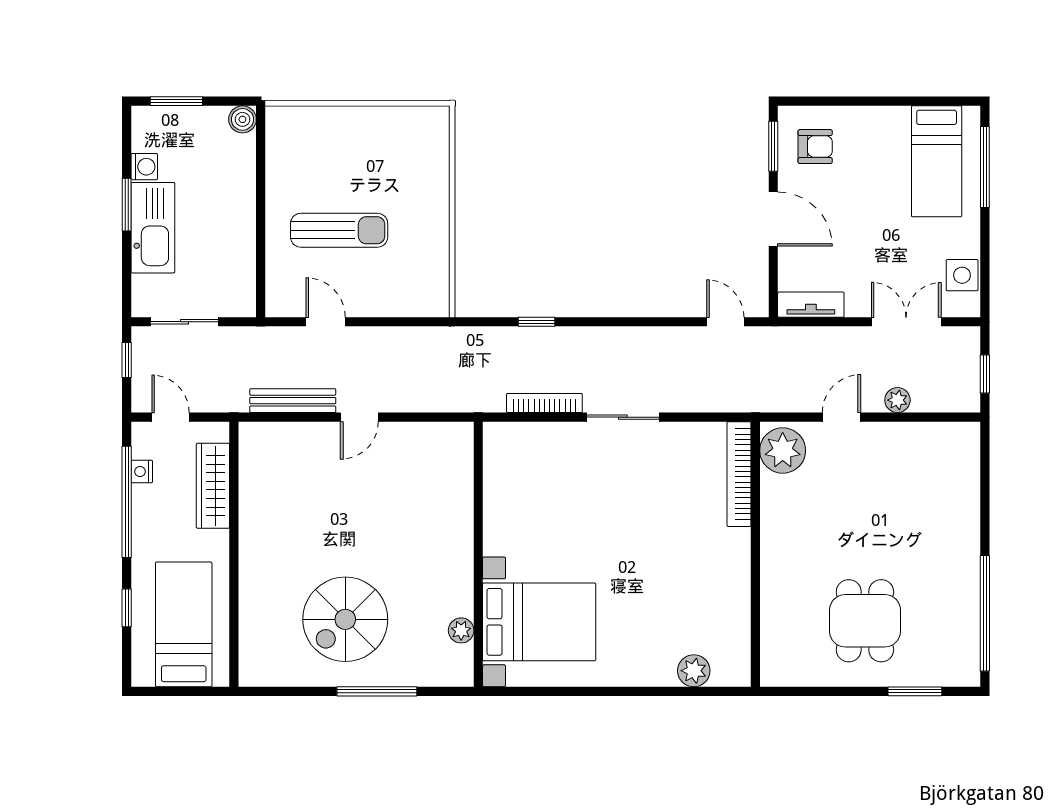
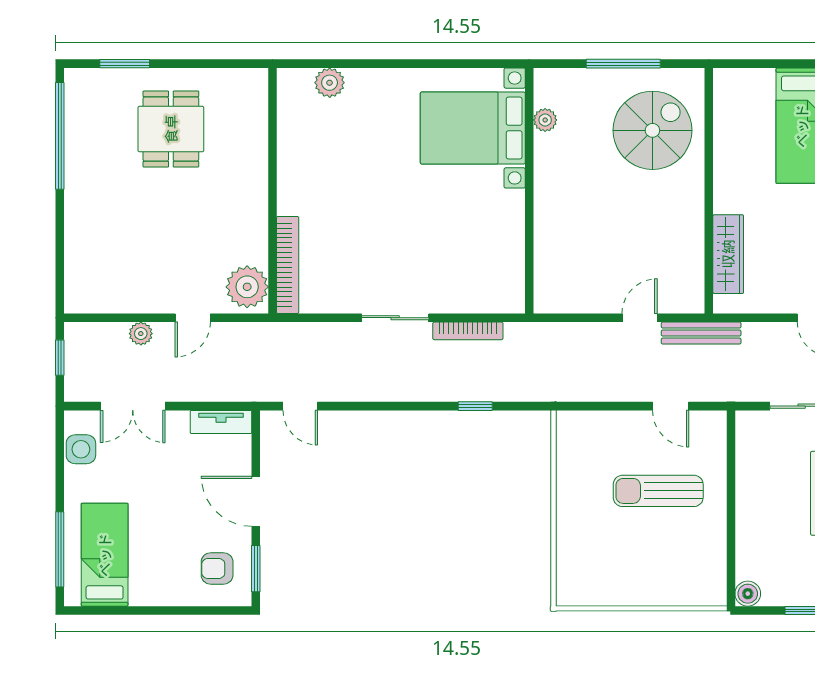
wardrobe: (213, 486) -> (728, 254), moved
wall: (234, 554) -> (709, 191), moved

